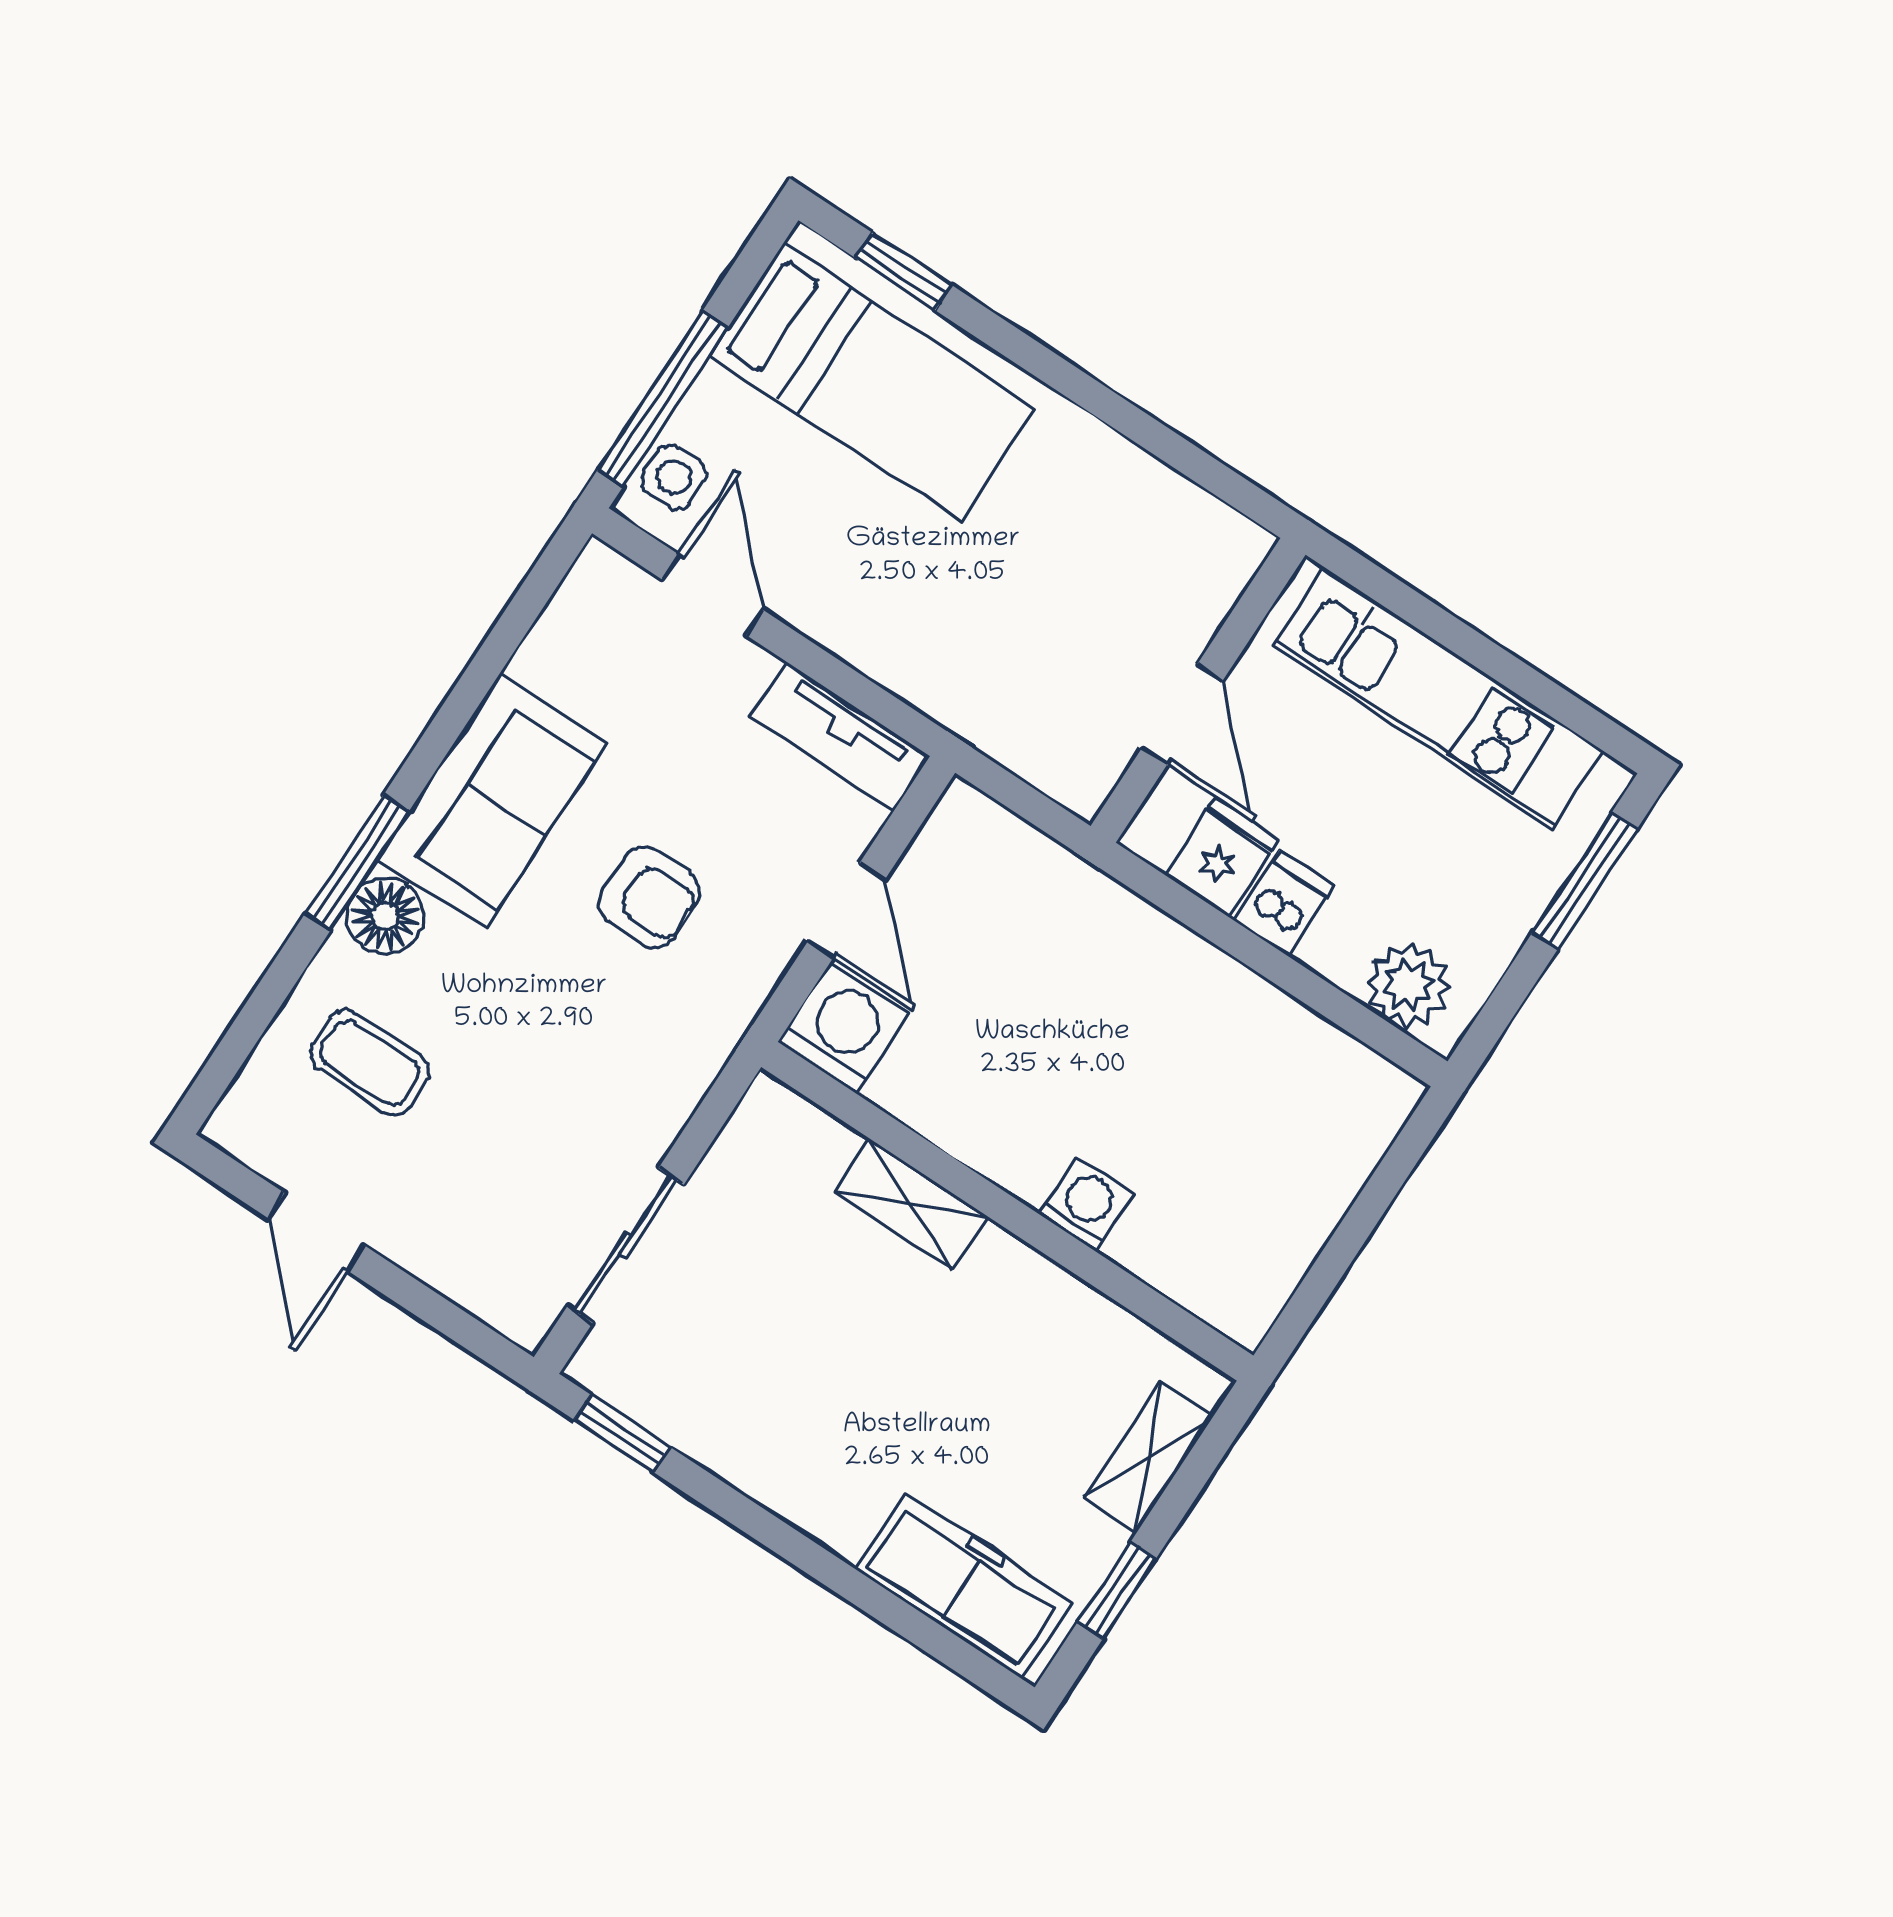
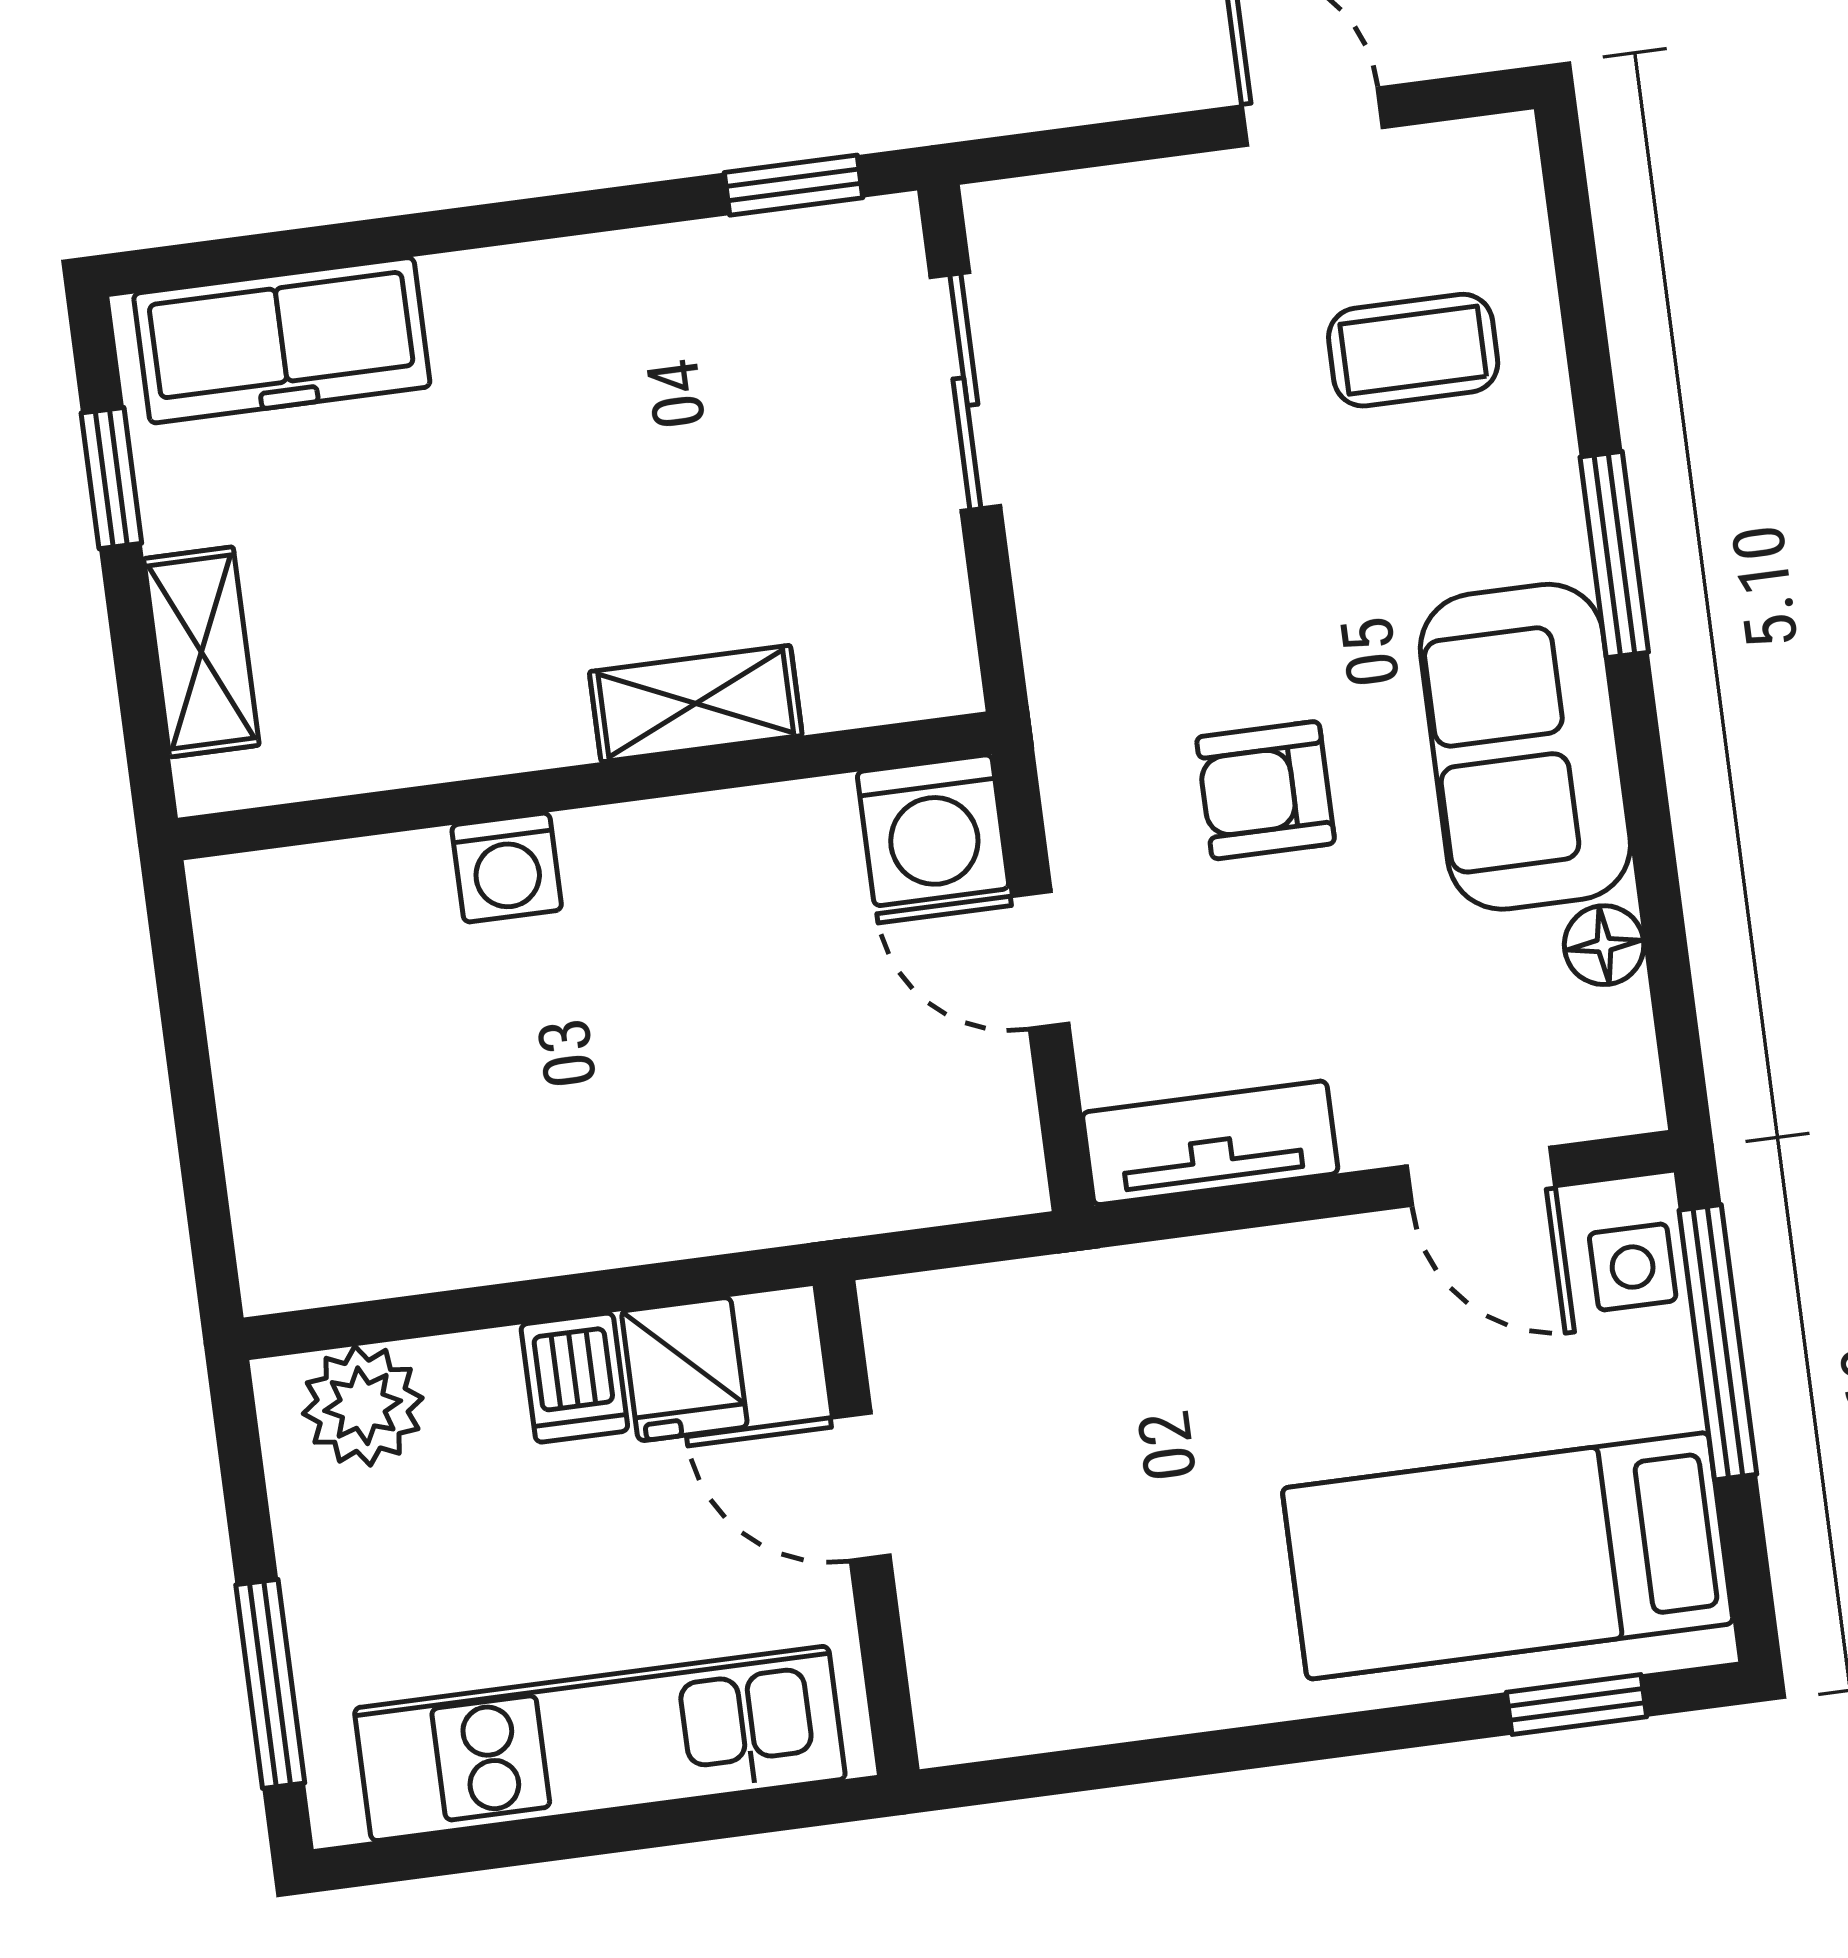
floor lamp: (385, 916) -> (1604, 945), moved, width x0.73, depth x0.73

